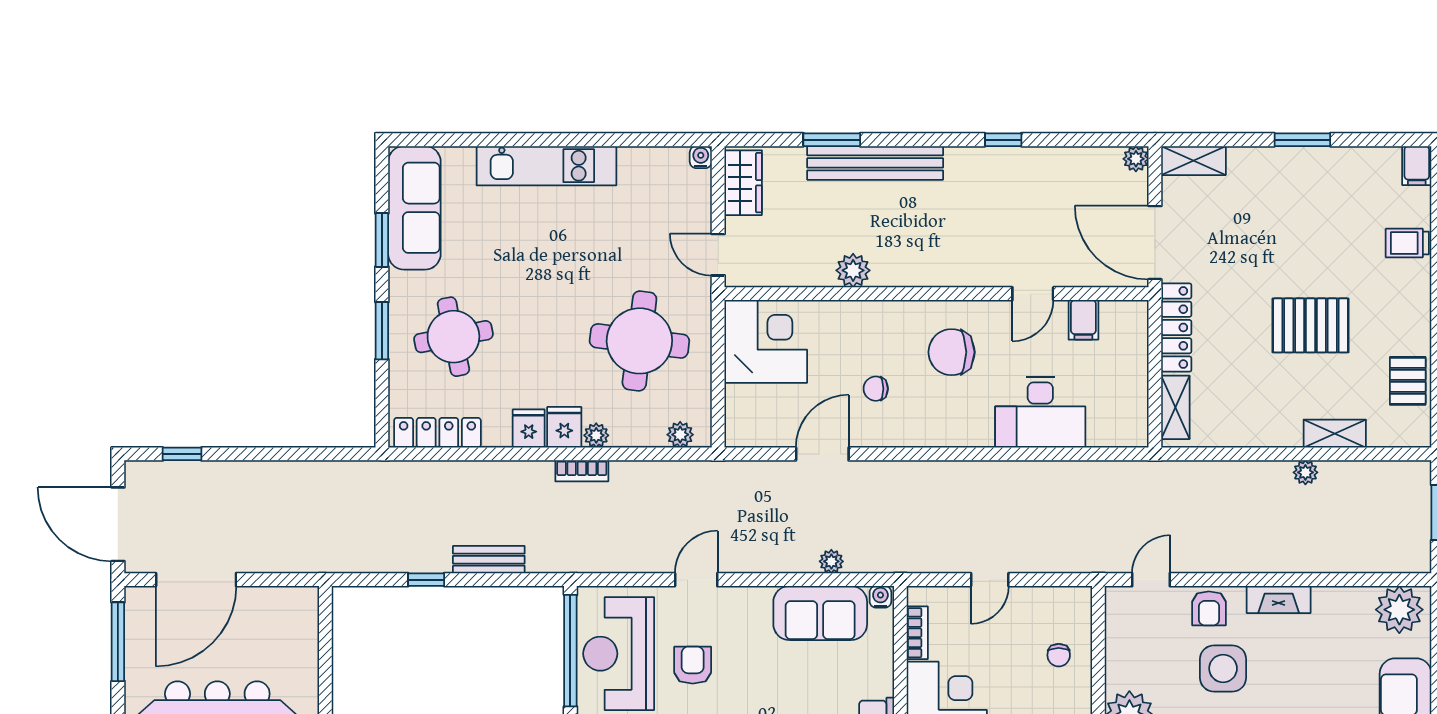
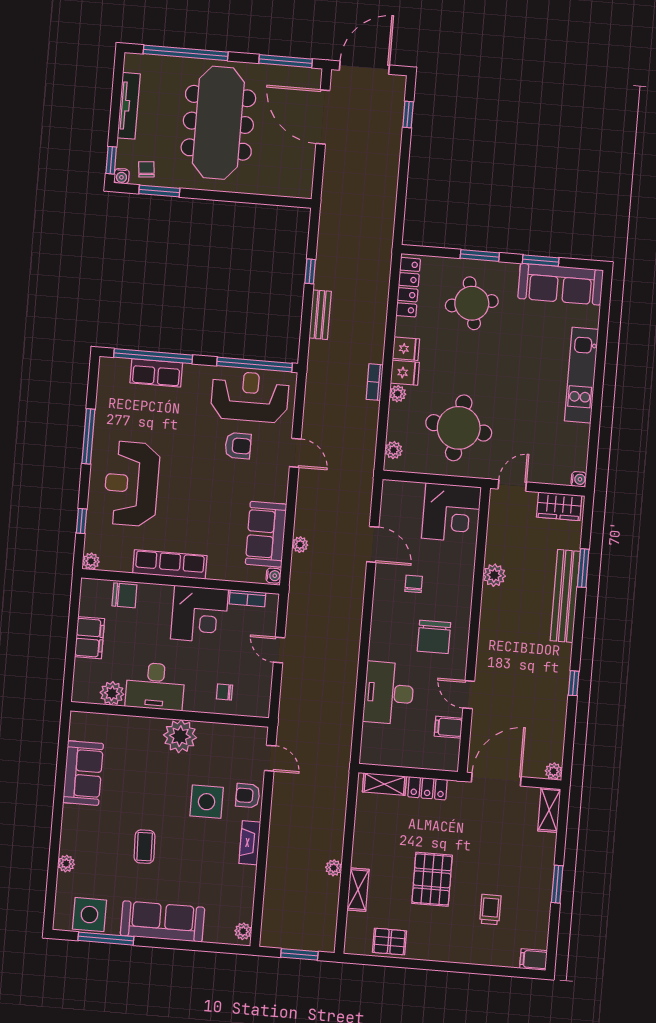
trolley: (1407, 243) -> (490, 910), moved
locker: (1176, 327) -> (427, 788), width x0.66
chair: (952, 352) -> (434, 637), turned 180
plant: (1399, 610) -> (243, 931), width x0.53, depth x0.53

